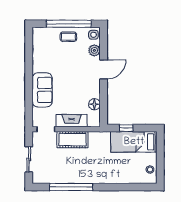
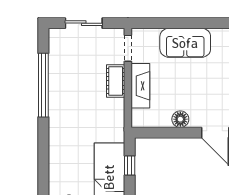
floor lamp: (94, 104) -> (180, 119), moved
cot: (72, 140) -> (116, 81), width x0.73, depth x0.75

